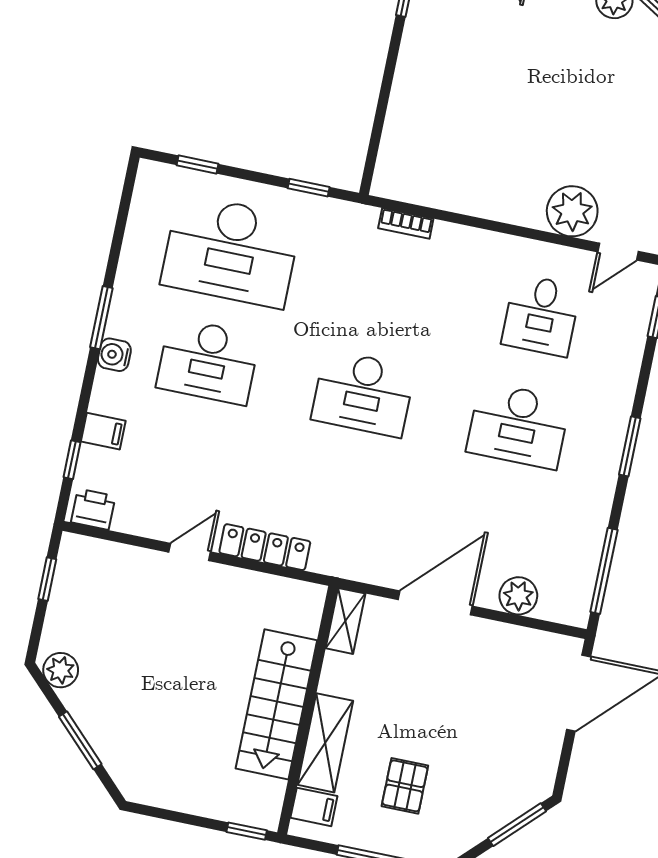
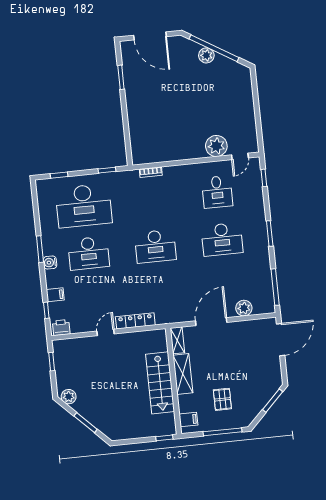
shelving: (325, 743) -> (183, 374), moved

